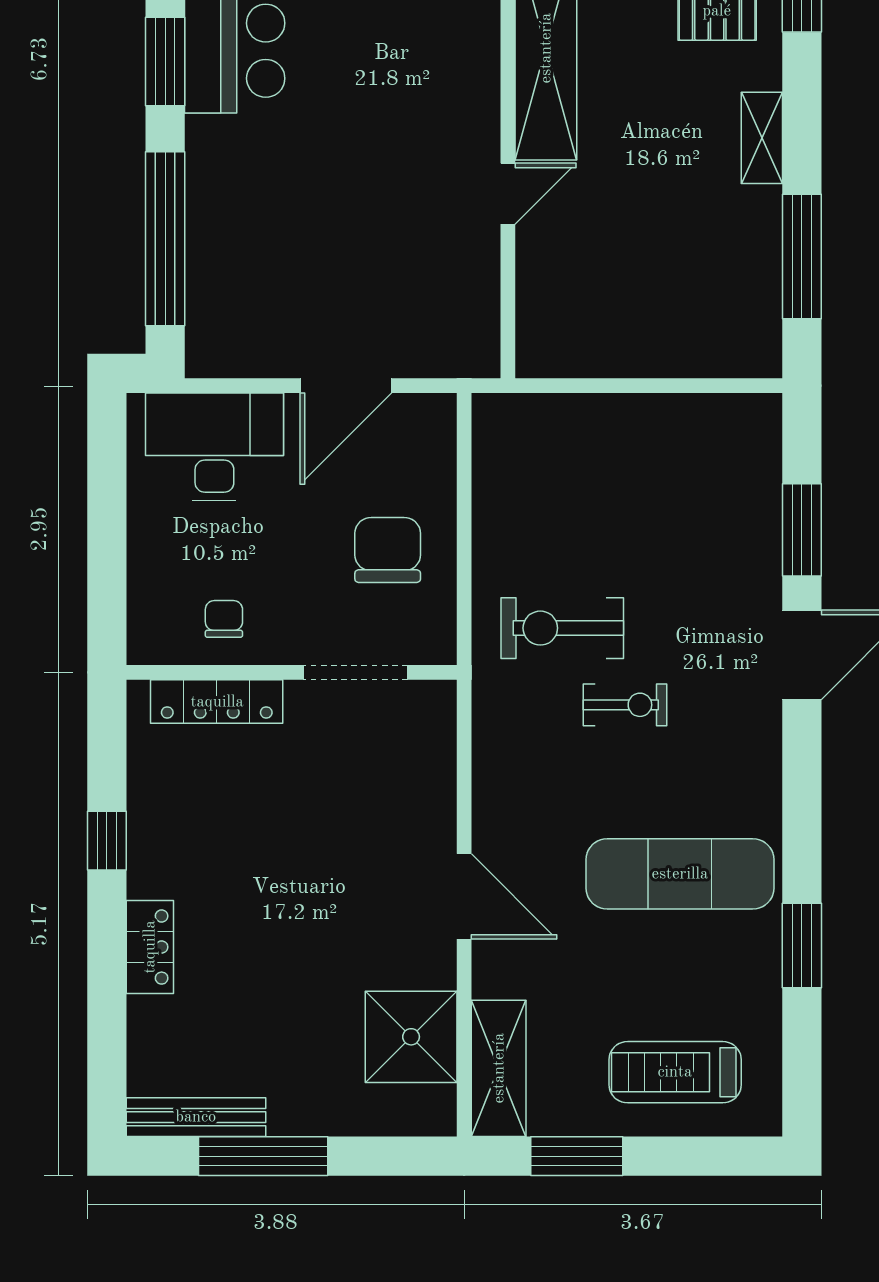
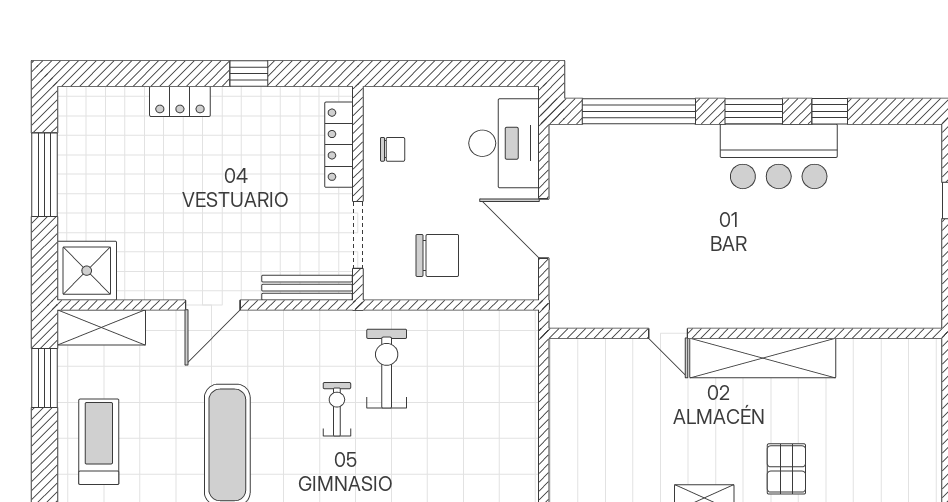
exercise bike: (625, 705) -> (337, 409), turned 180
shower: (411, 1037) -> (87, 271), moved
bench: (196, 1117) -> (307, 288), moved, turned 90

